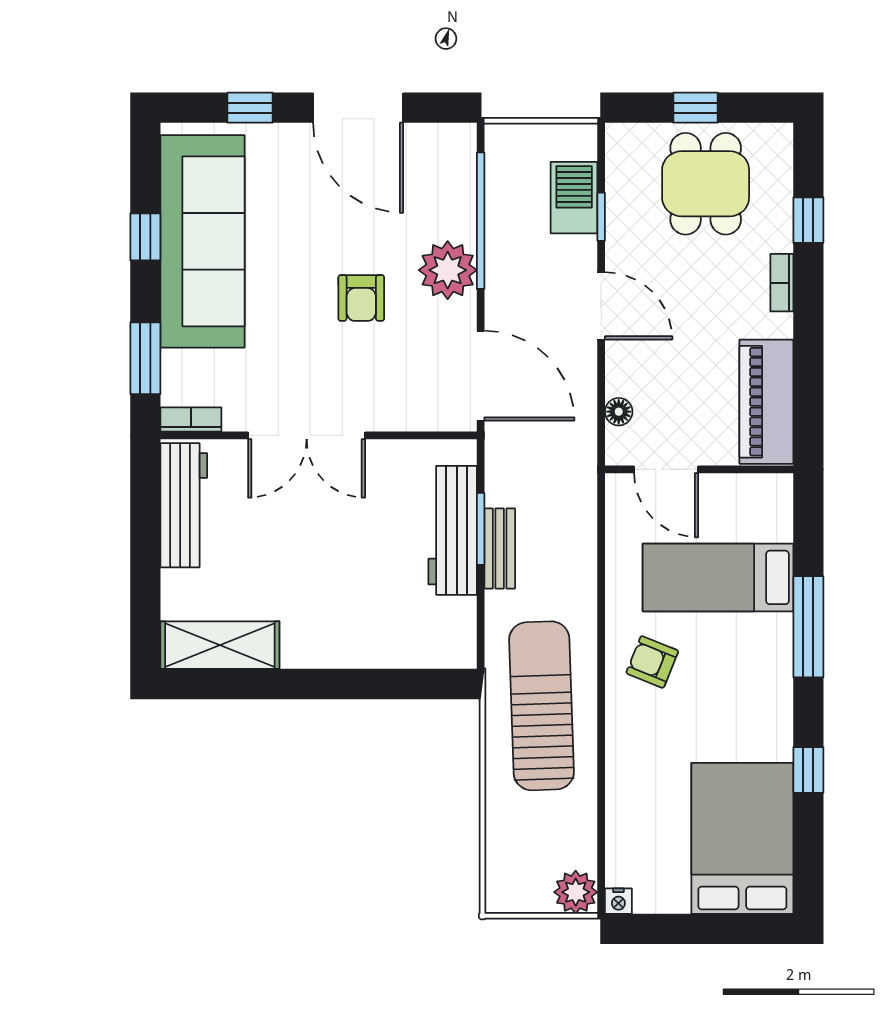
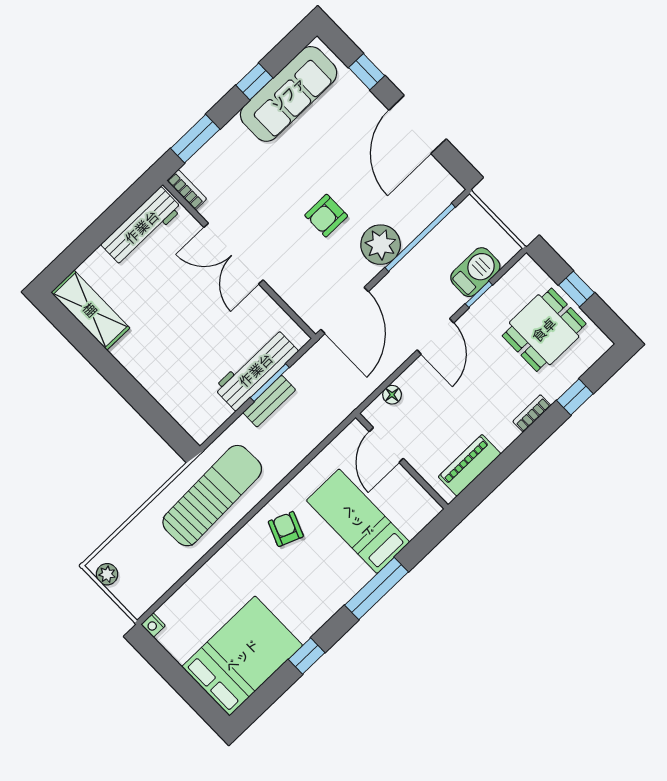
sofa: (203, 241) -> (289, 94), width x0.74, depth x0.79
piano: (766, 402) -> (470, 465), width x0.73, depth x0.75
plant: (576, 892) -> (107, 574), moved, width x0.73, depth x0.73

